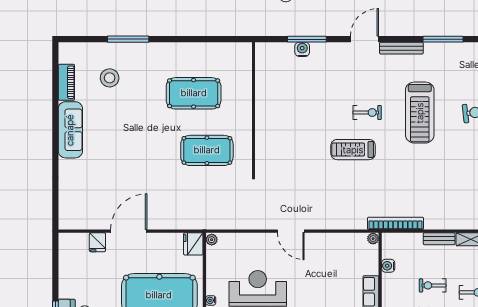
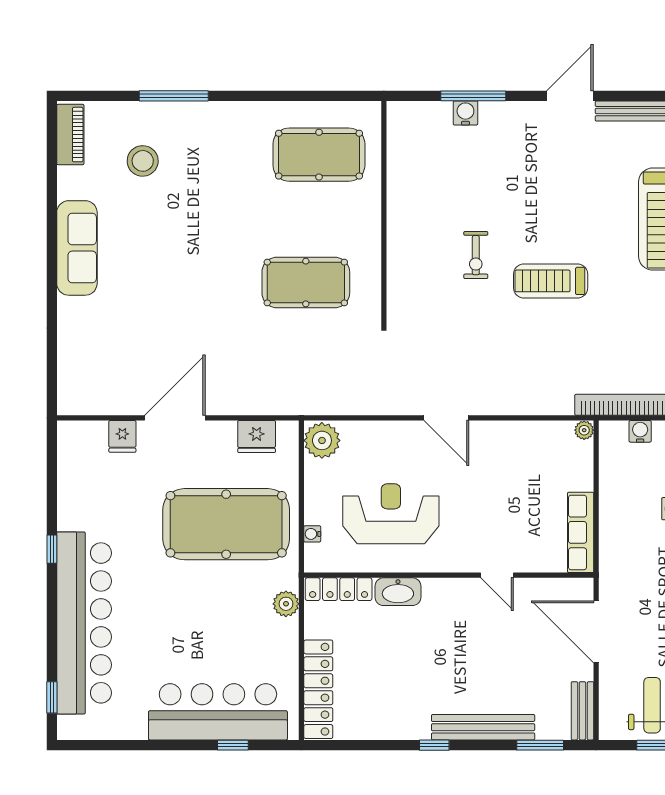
piano: (66, 82) -> (70, 135), moved
pool table: (194, 93) -> (319, 155), moved
exercise bike: (367, 112) -> (476, 255), moved, turned 90
plant: (212, 240) -> (322, 440), width x1.88, depth x1.88
fridge: (193, 244) -> (257, 437), moved, turned -90
water cooler: (388, 266) -> (640, 431), moved, turned 90

